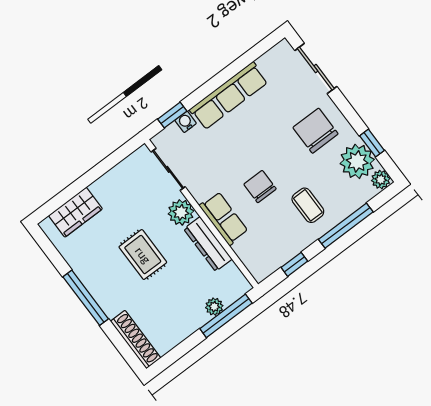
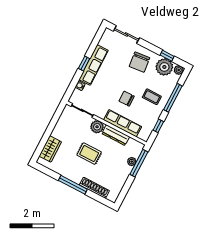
window: (172, 115) -> (84, 63), moved
chair: (316, 131) -> (139, 62), turned -96
row of seats: (224, 219) -> (123, 123), width x1.48
shoe rack: (136, 340) -> (94, 188), moved

